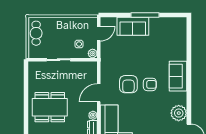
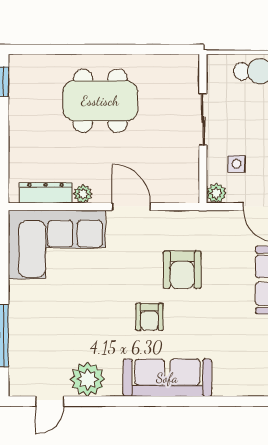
sofa: (178, 76) -> (167, 378), width x1.36
armchair: (128, 84) -> (182, 270), moved, turned -90
dining table: (50, 107) -> (100, 101), turned 90

